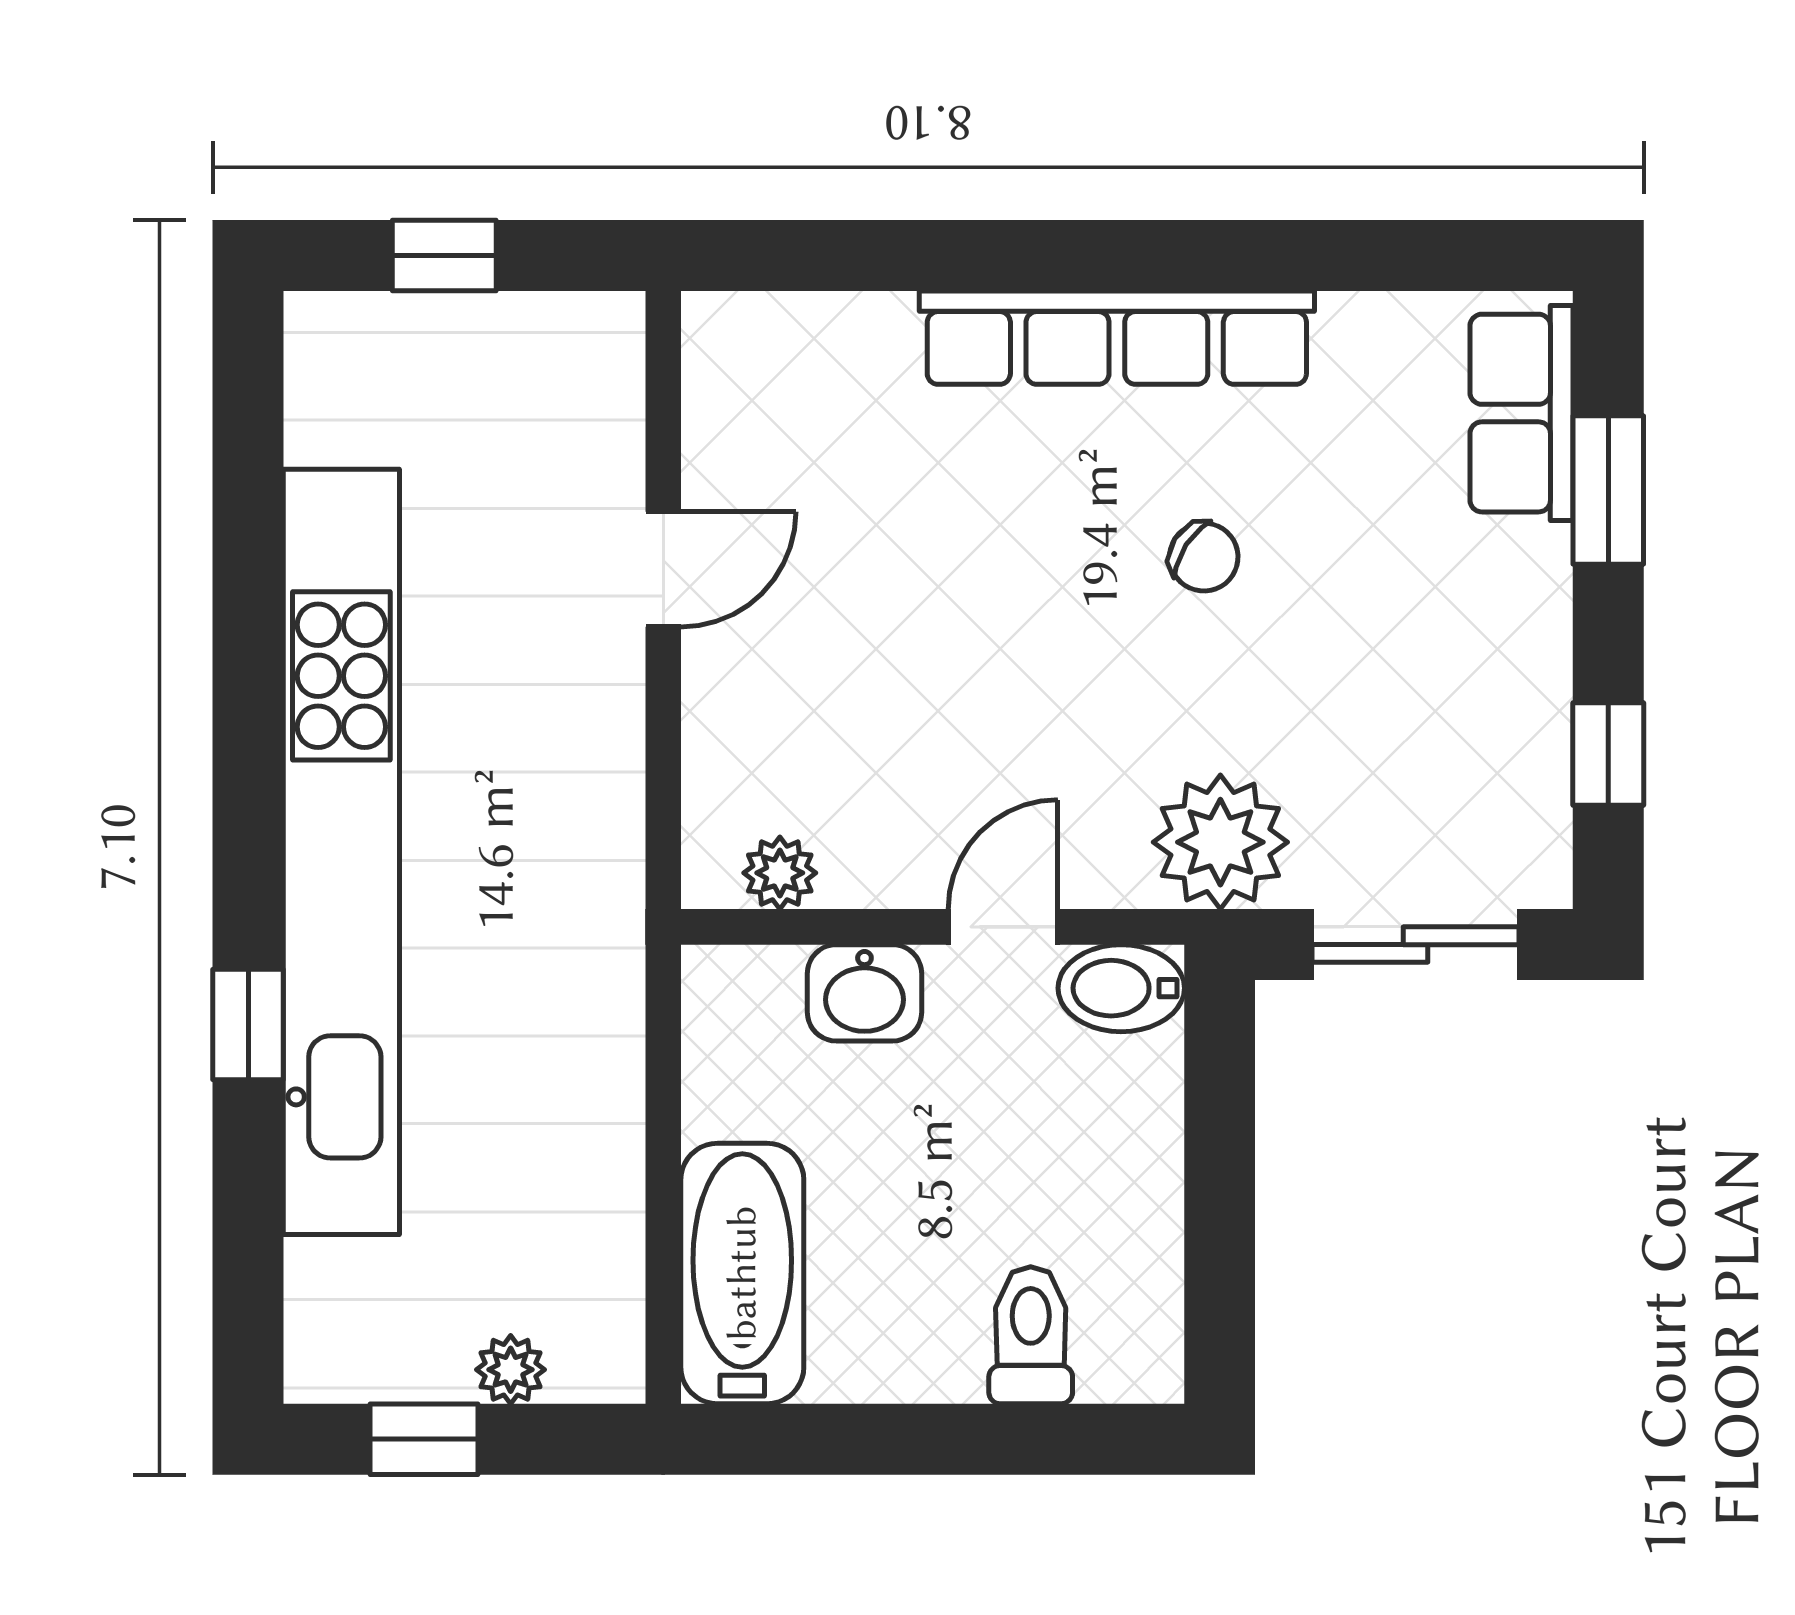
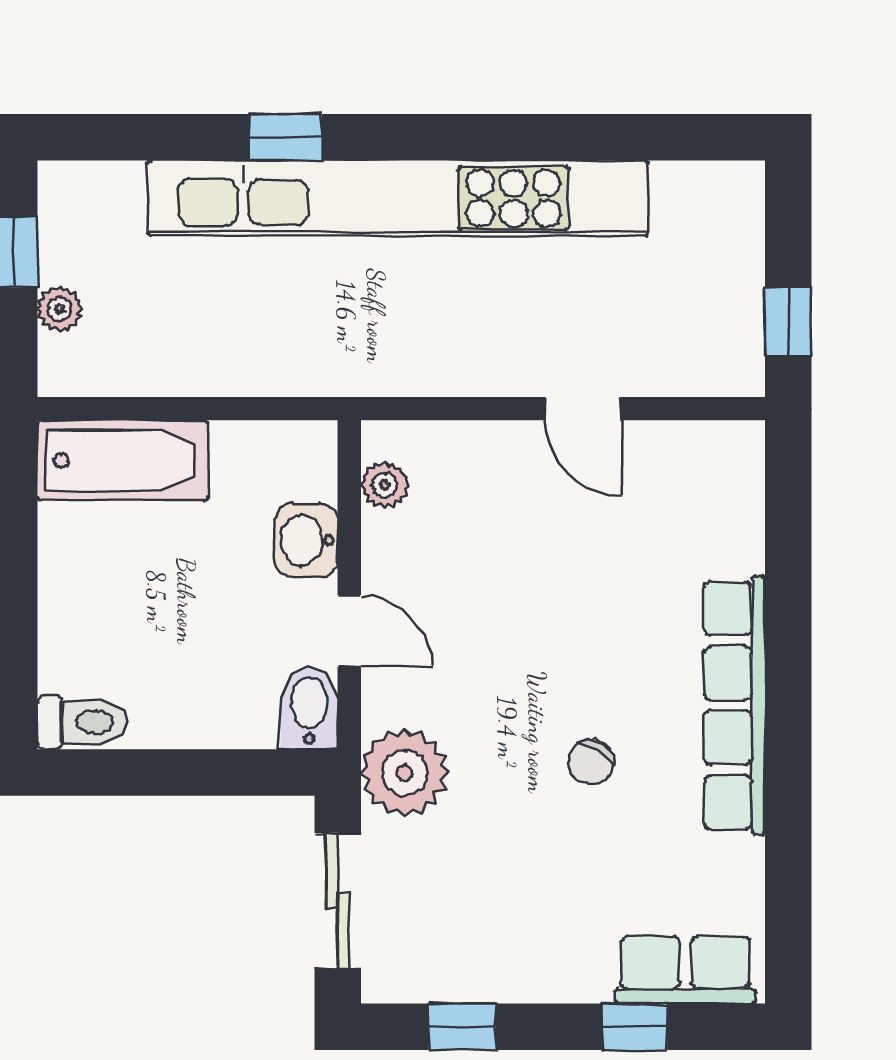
window: (444, 256) -> (788, 322), moved
window: (1608, 490) -> (635, 1027), width x0.67
toilet: (1031, 1335) -> (82, 722), moved

